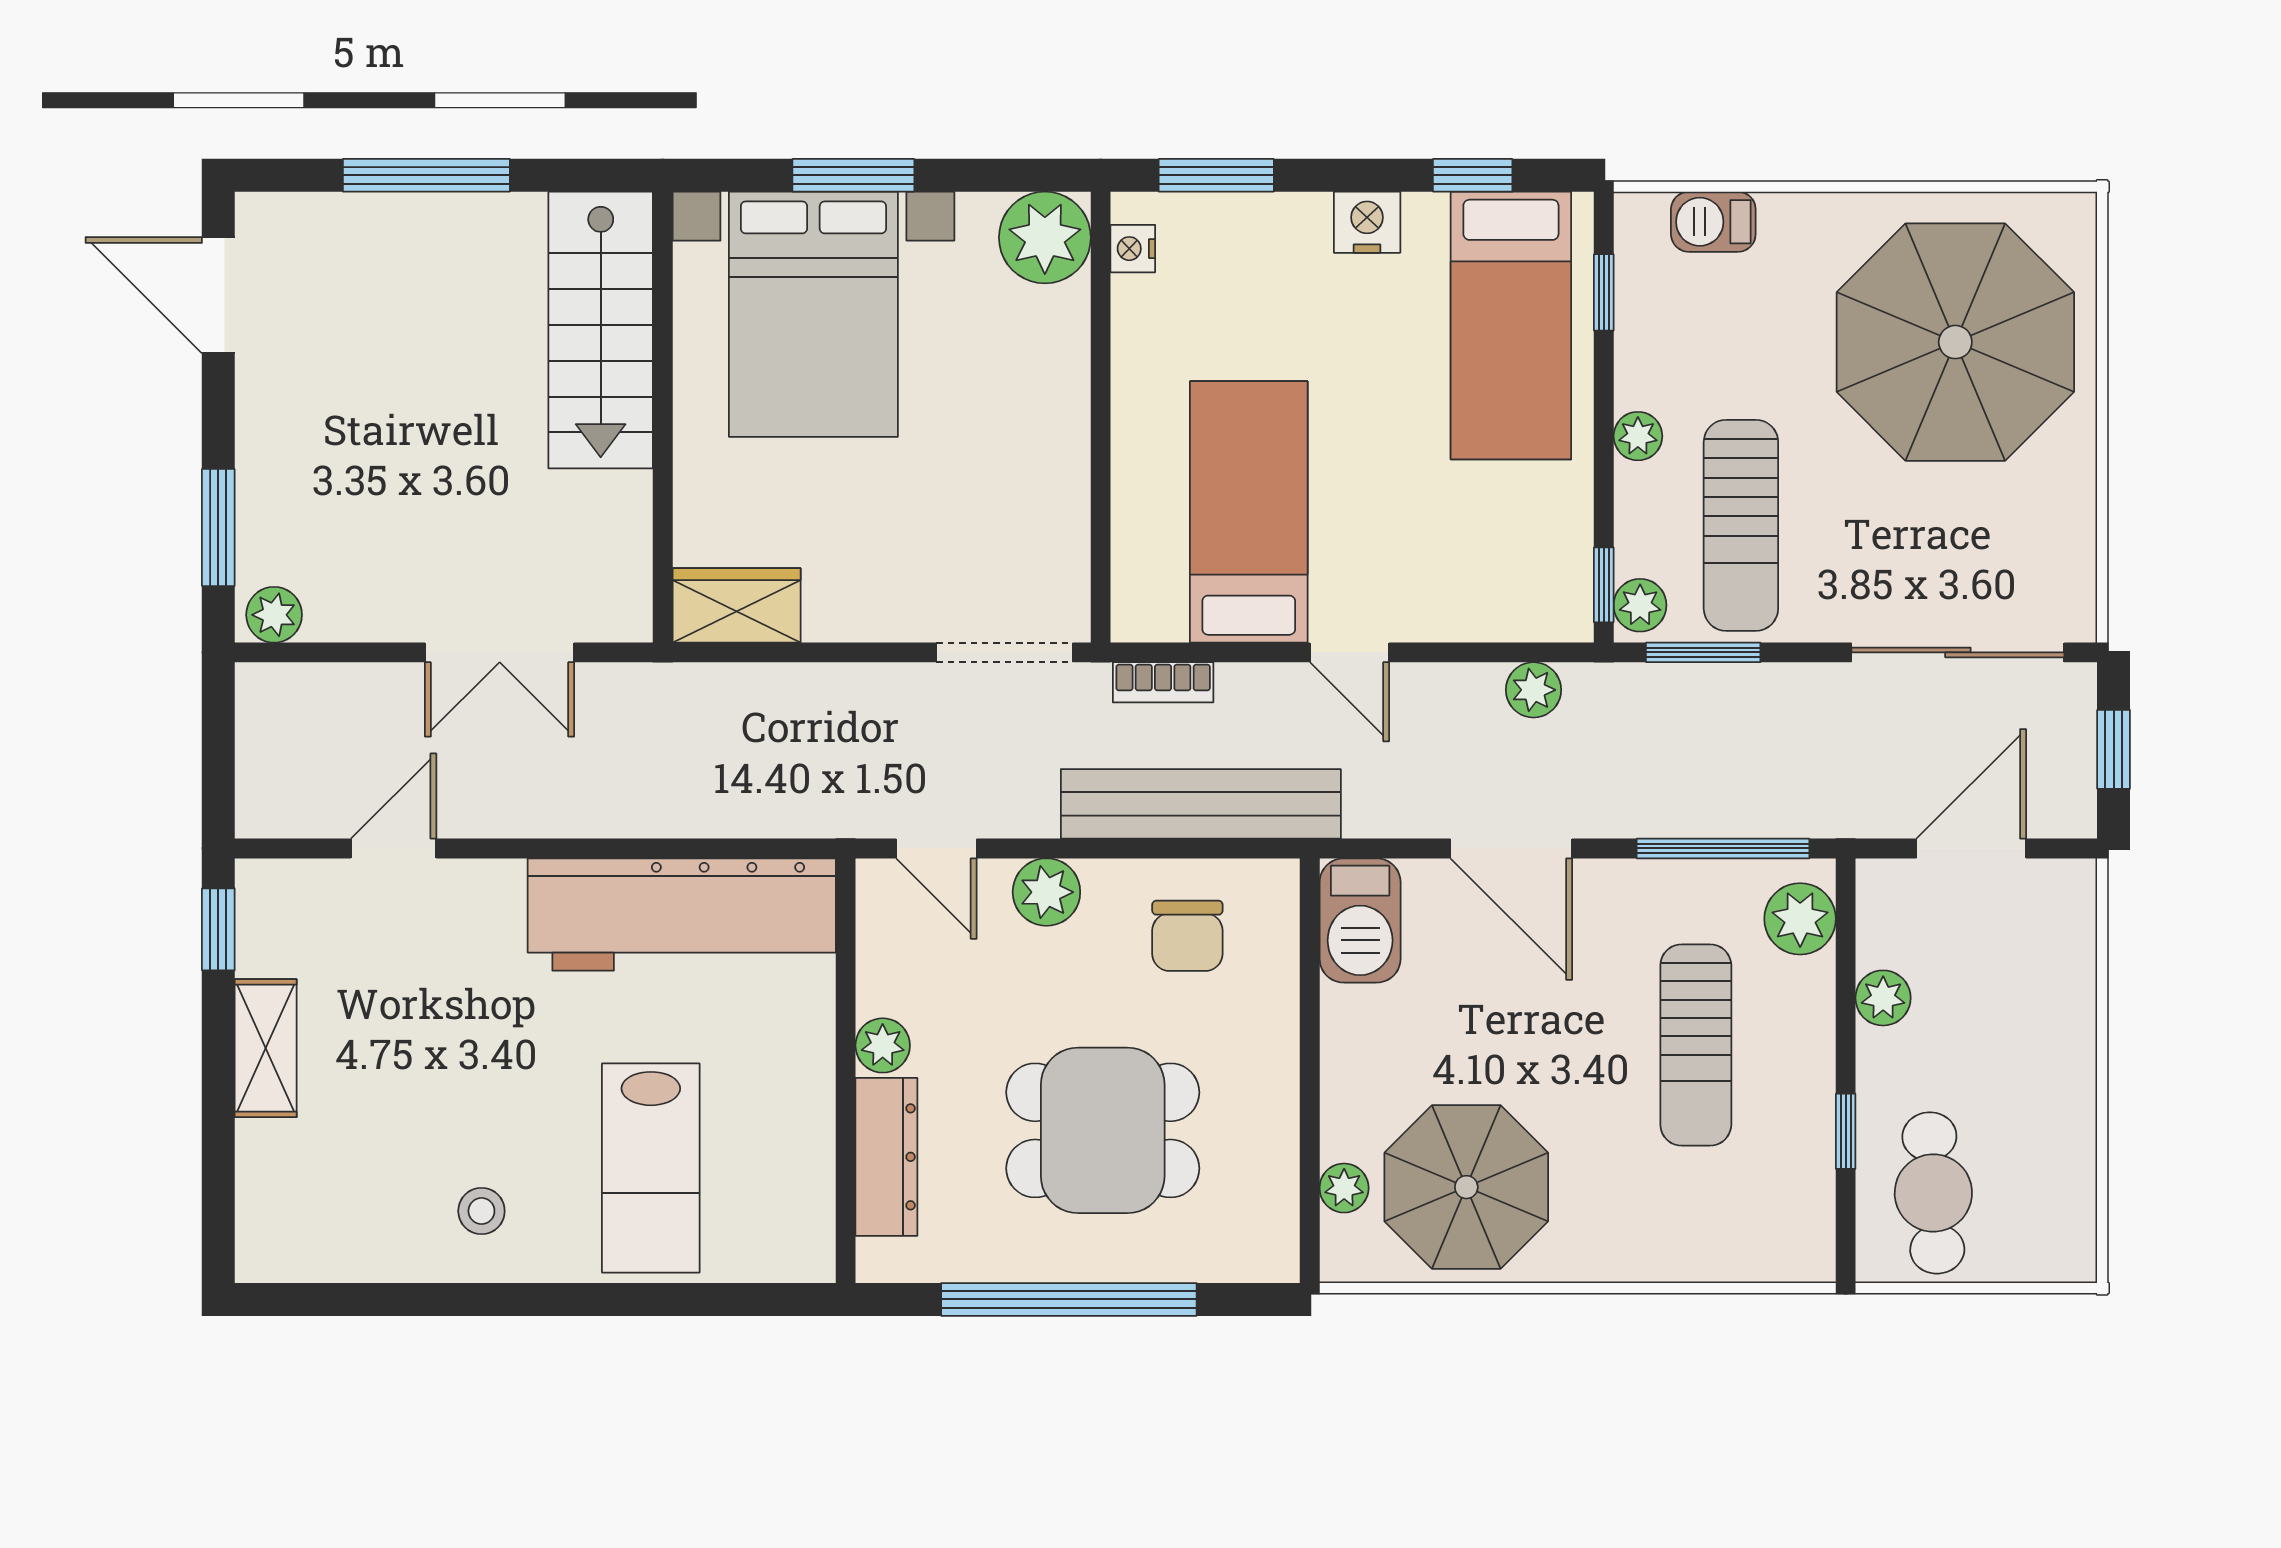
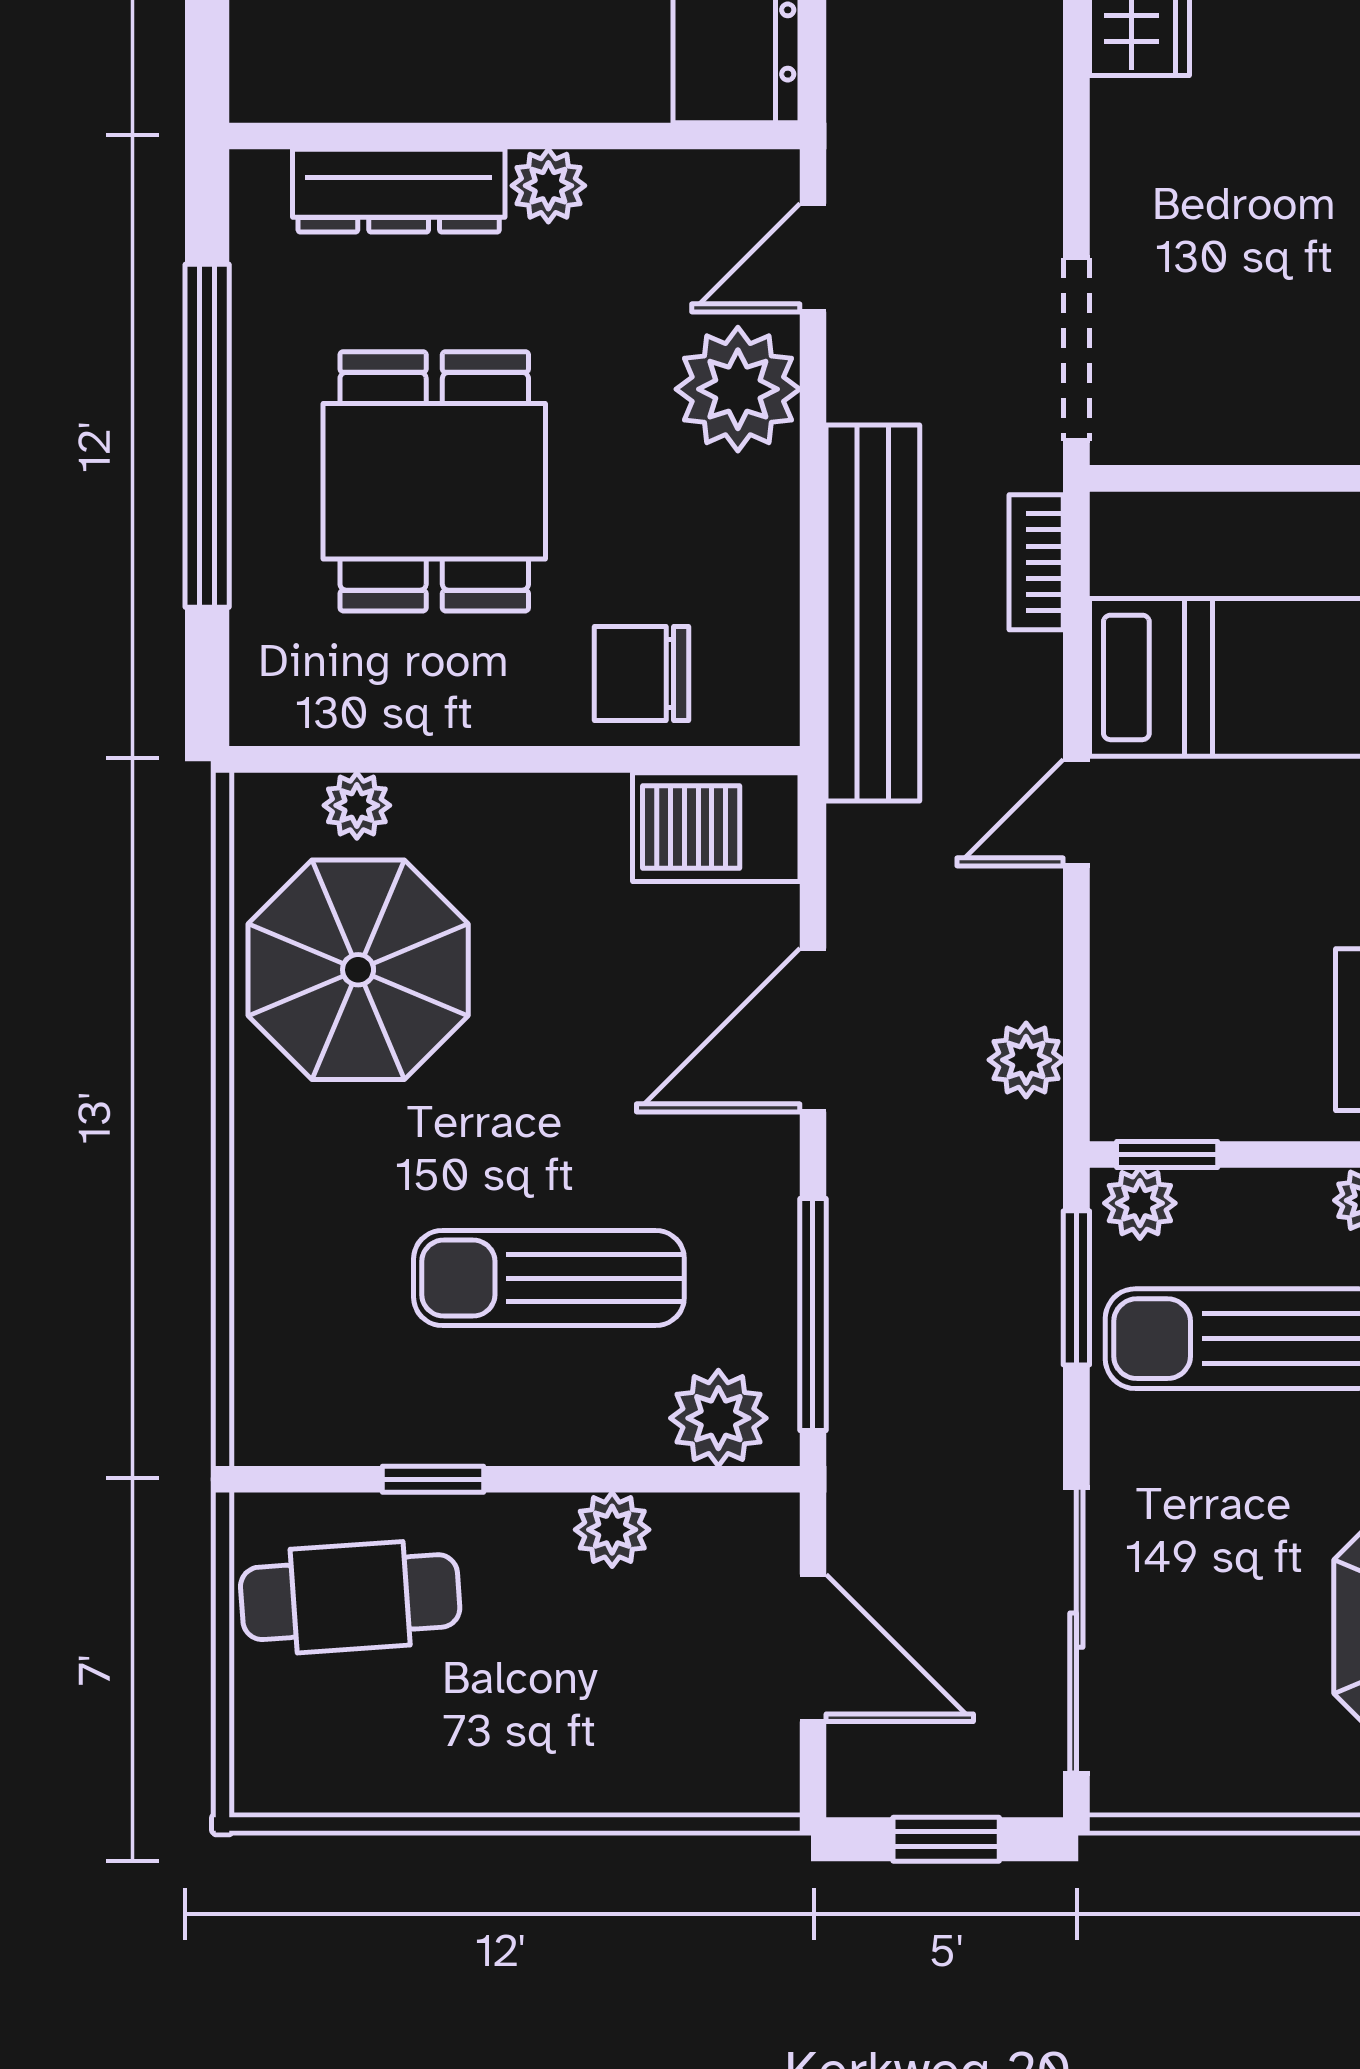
plant: (1046, 892) -> (738, 389), width x1.36, depth x1.36
chair: (1187, 936) -> (642, 673), moved

